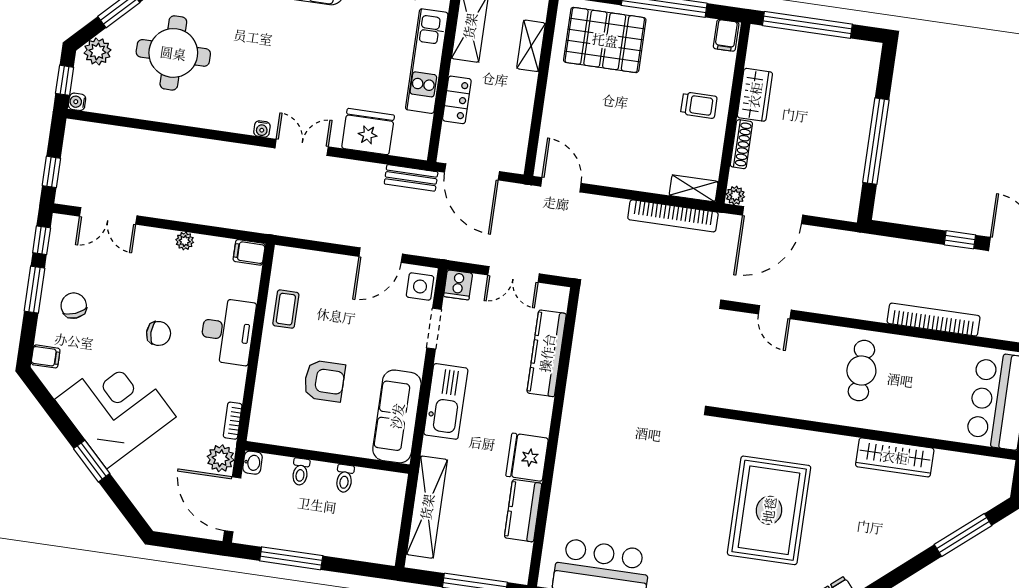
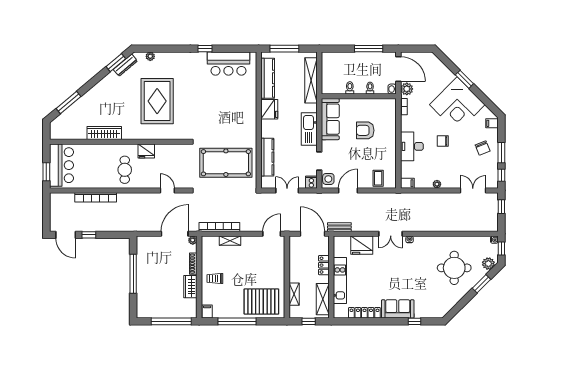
door: (561, 185) -> (272, 234), swing flipped
shelving: (694, 188) -> (230, 241), moved
coffee table: (286, 309) -> (378, 178), moved
pool table: (639, 354) -> (226, 163), added
fridge: (808, 405) -> (146, 151), added
kitchen counter: (523, 511) -> (268, 78), width x1.50

